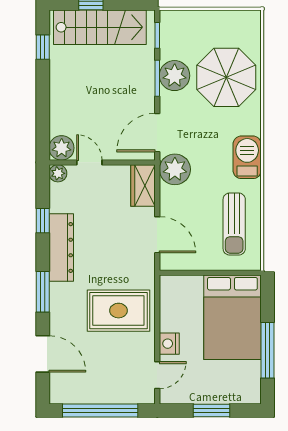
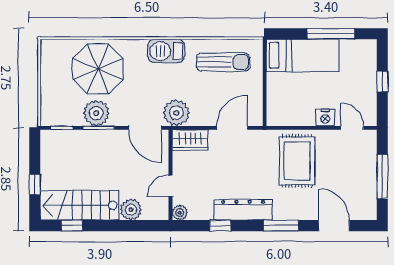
stairs: (100, 27) -> (80, 205), moved, turned -90
plant: (62, 148) -> (131, 210), moved
bed: (232, 317) -> (303, 55), width x0.67
door: (43, 354) -> (334, 226), hinge flipped
window: (100, 410) -> (382, 177), width x0.68
window: (212, 410) -> (382, 81), width x0.67

